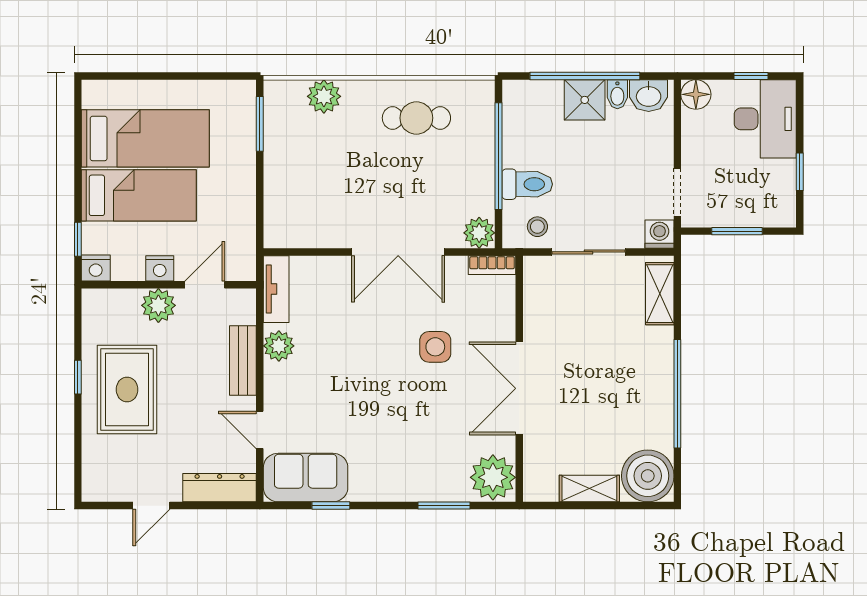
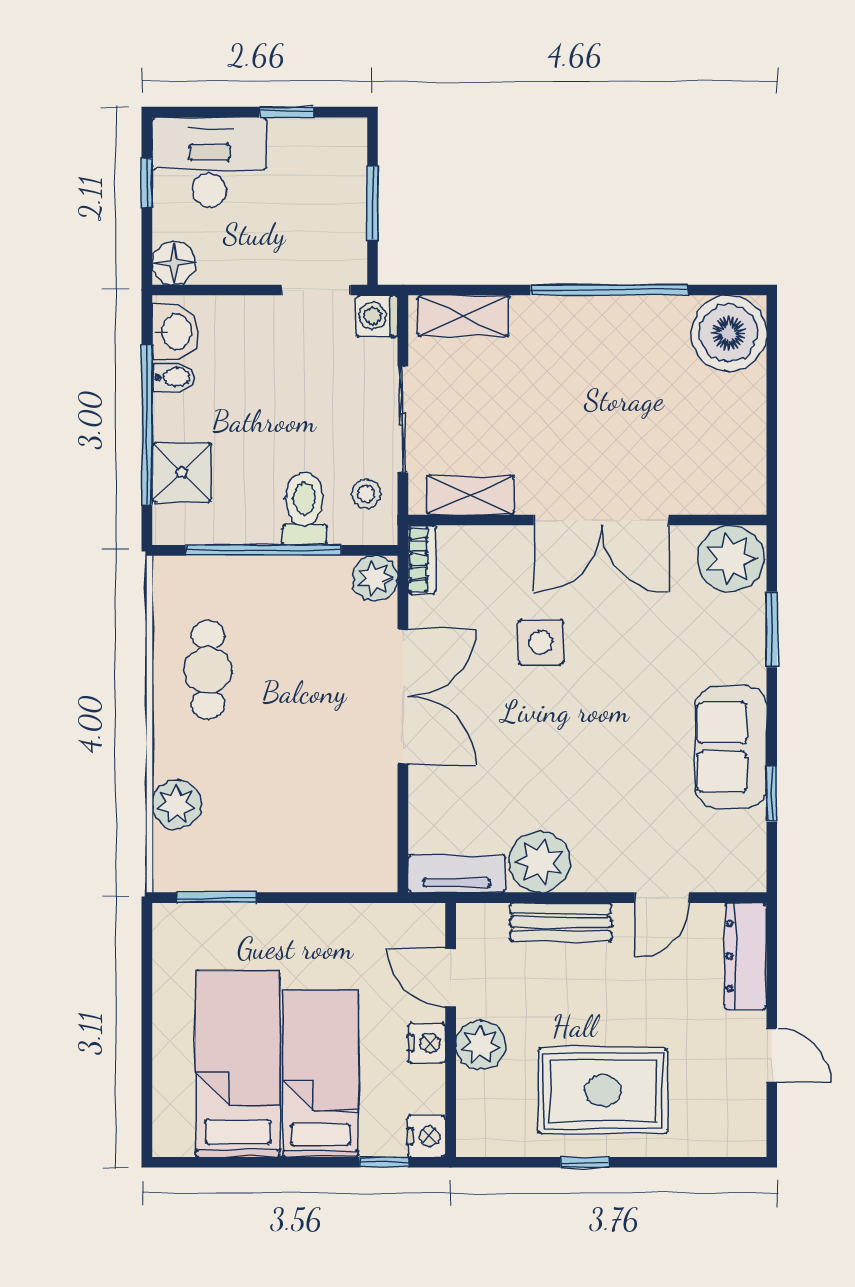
shower: (585, 100) -> (182, 472), moved
plant: (279, 346) -> (540, 862), width x1.36, depth x1.36
sofa: (306, 478) -> (731, 747), moved
shelving: (589, 488) -> (470, 495), moved, turned 90

